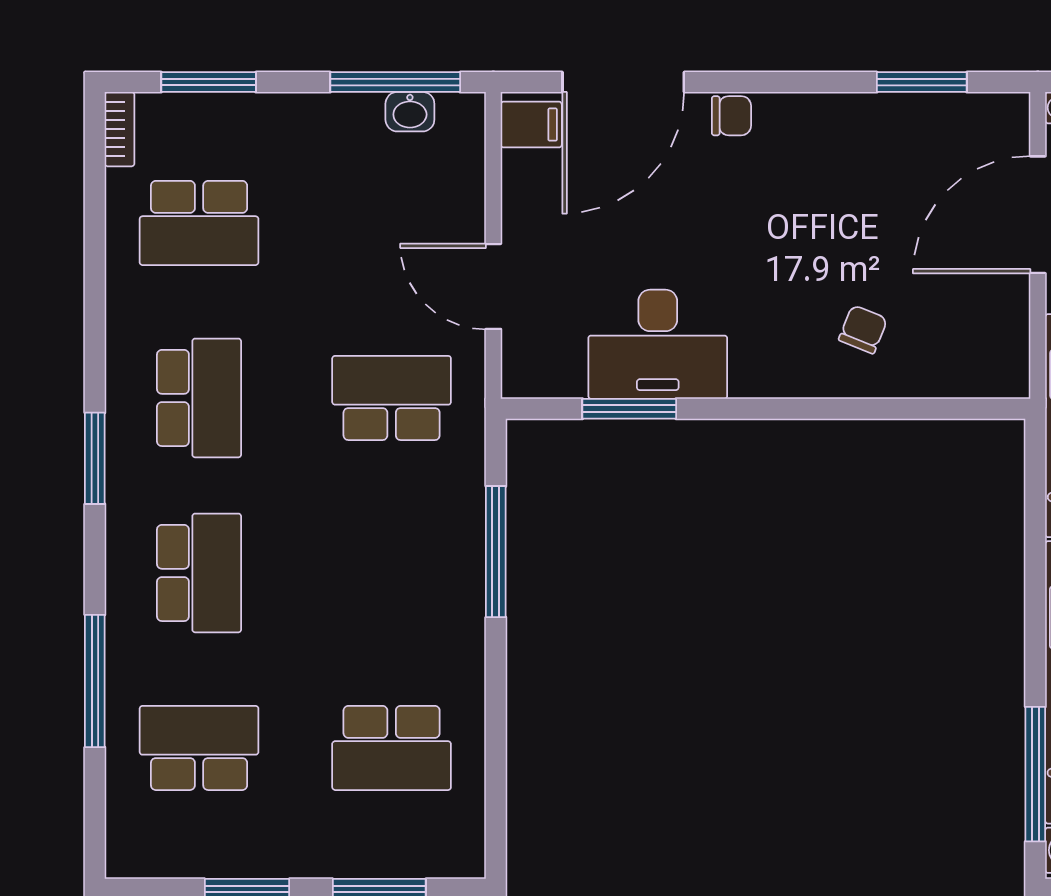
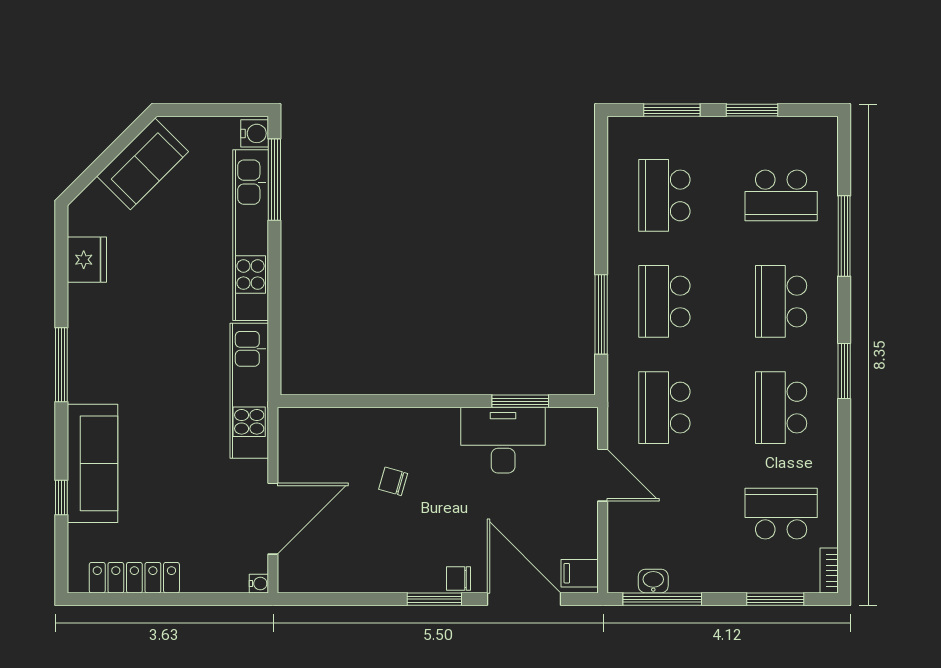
door: (623, 82) -> (524, 599), hinge flipped
window: (922, 82) -> (434, 599), moved
chair: (863, 329) -> (393, 481), moved, turned 84
school desk: (392, 398) -> (664, 408), turned 90
school desk: (392, 573) -> (664, 301), added
school desk: (392, 748) -> (664, 195), turned -90

